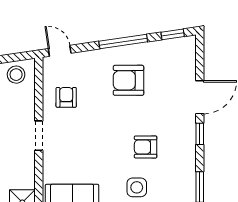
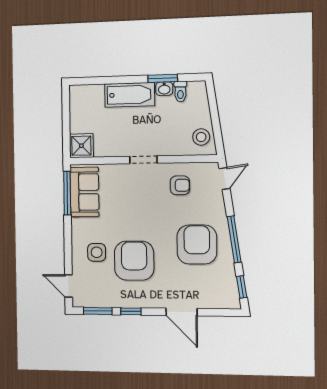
armchair: (129, 80) -> (197, 245), width x1.36, depth x1.36
window: (200, 134) -> (131, 311), moved
armchair: (146, 147) -> (134, 261), width x1.88, depth x1.88

